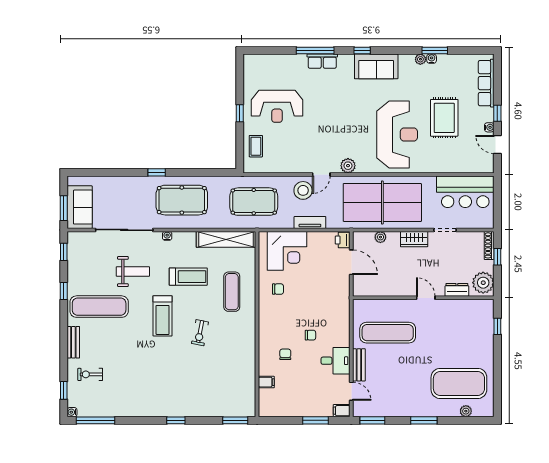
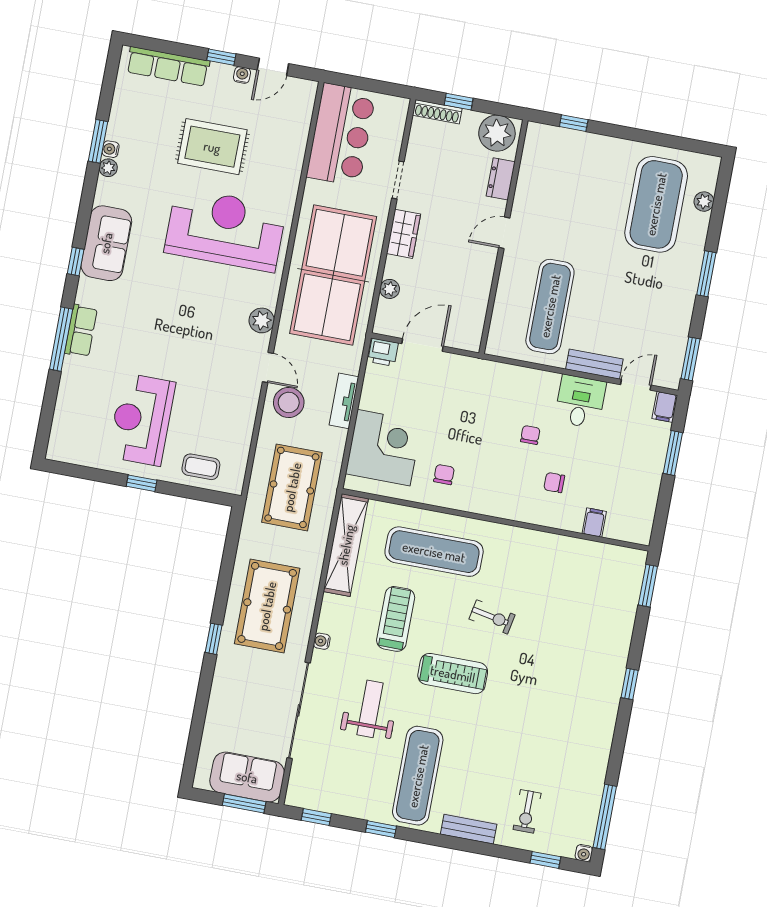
reception desk: (277, 106) -> (142, 419), turned 180
exercise mat: (232, 292) -> (434, 552), width x1.36, depth x1.45

